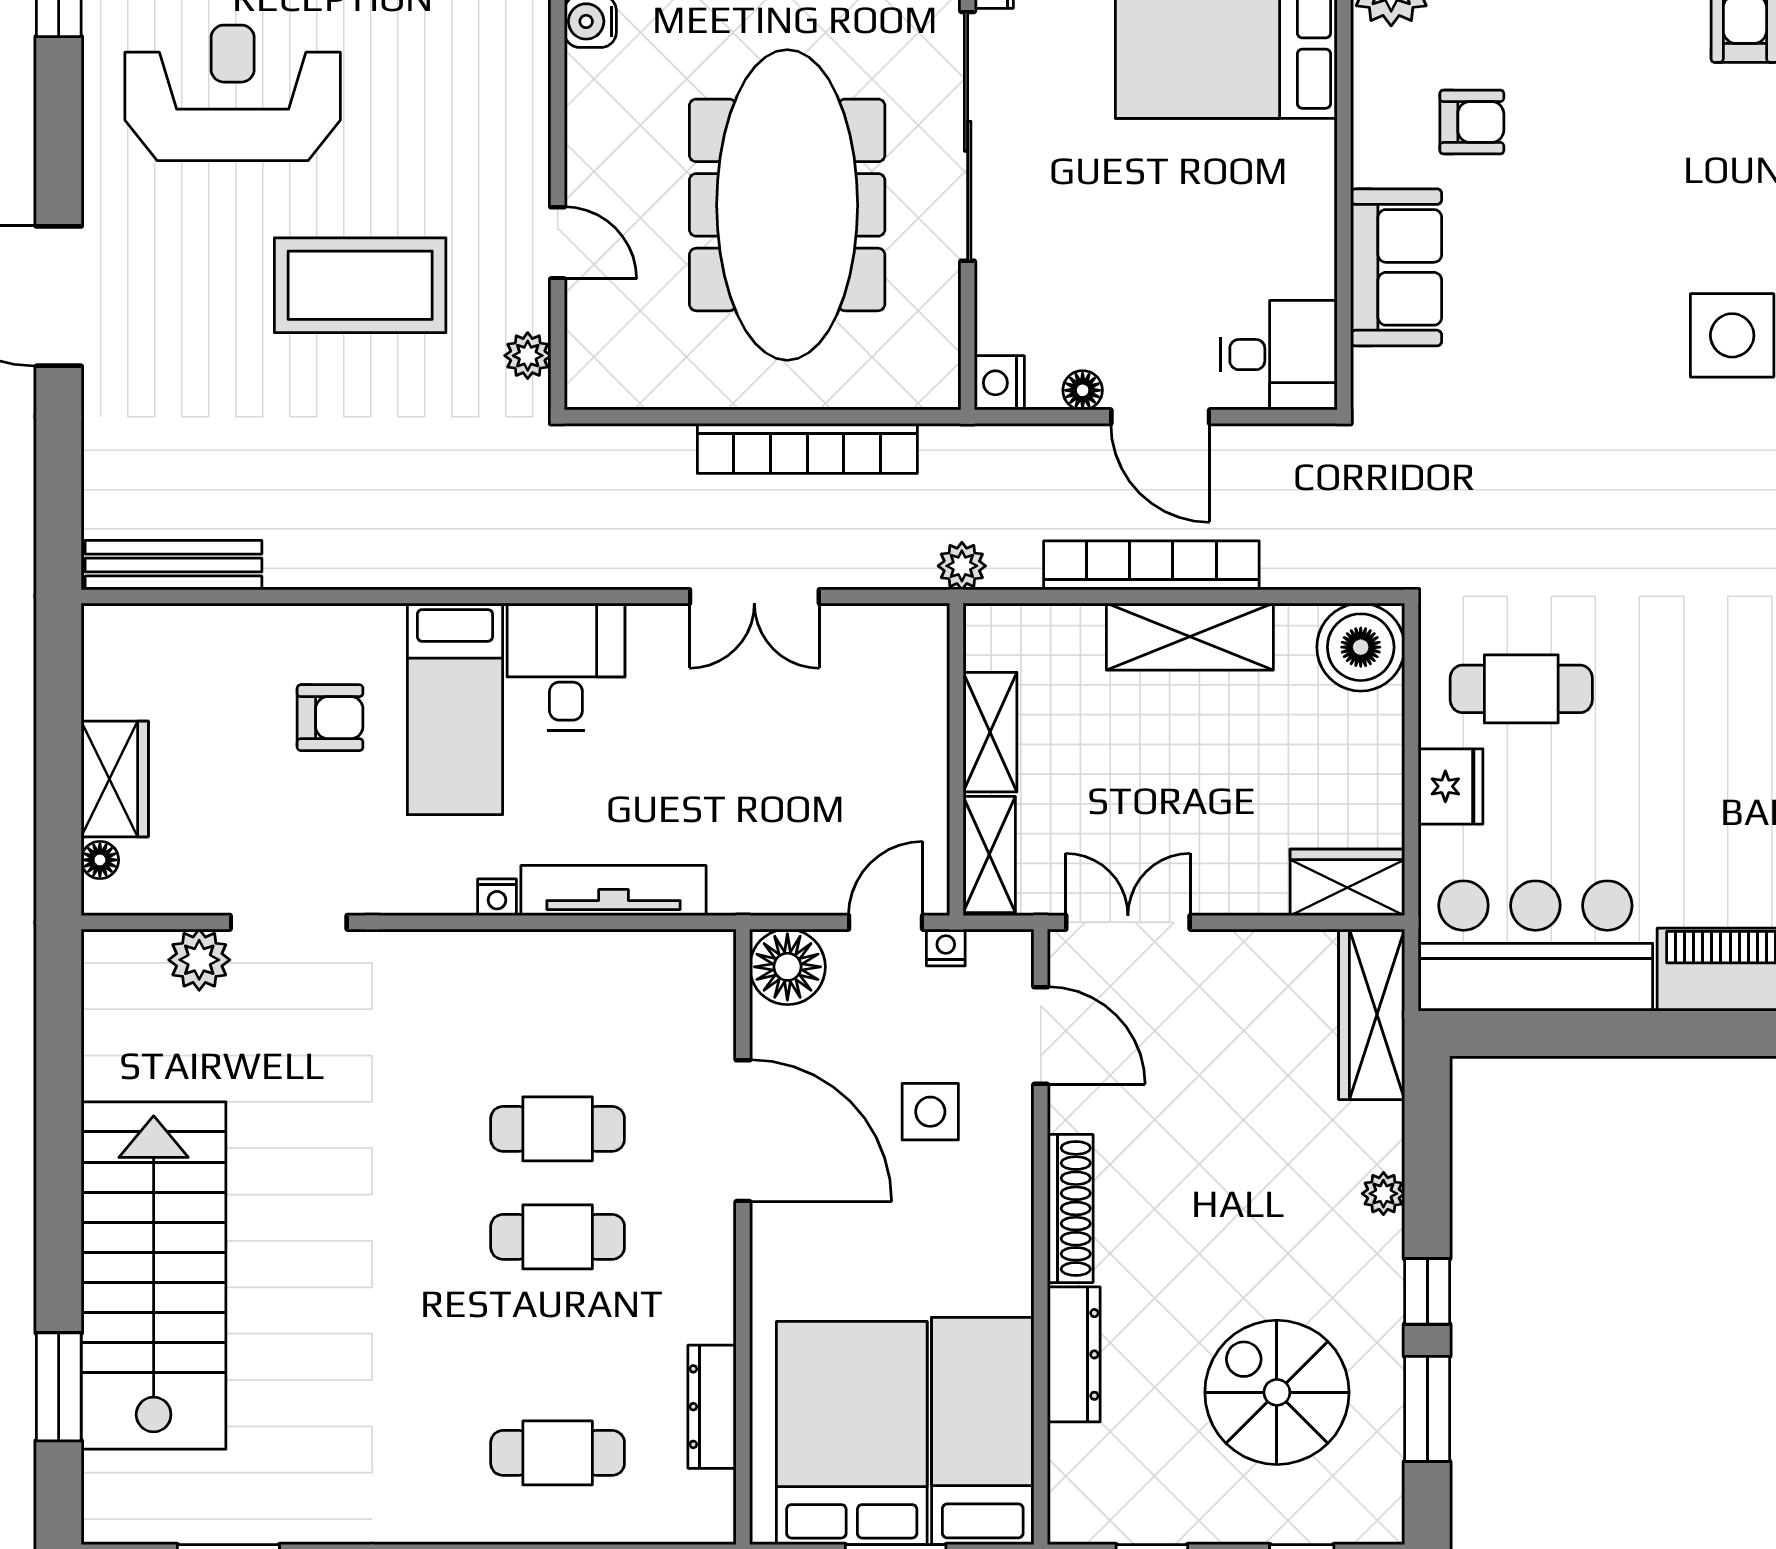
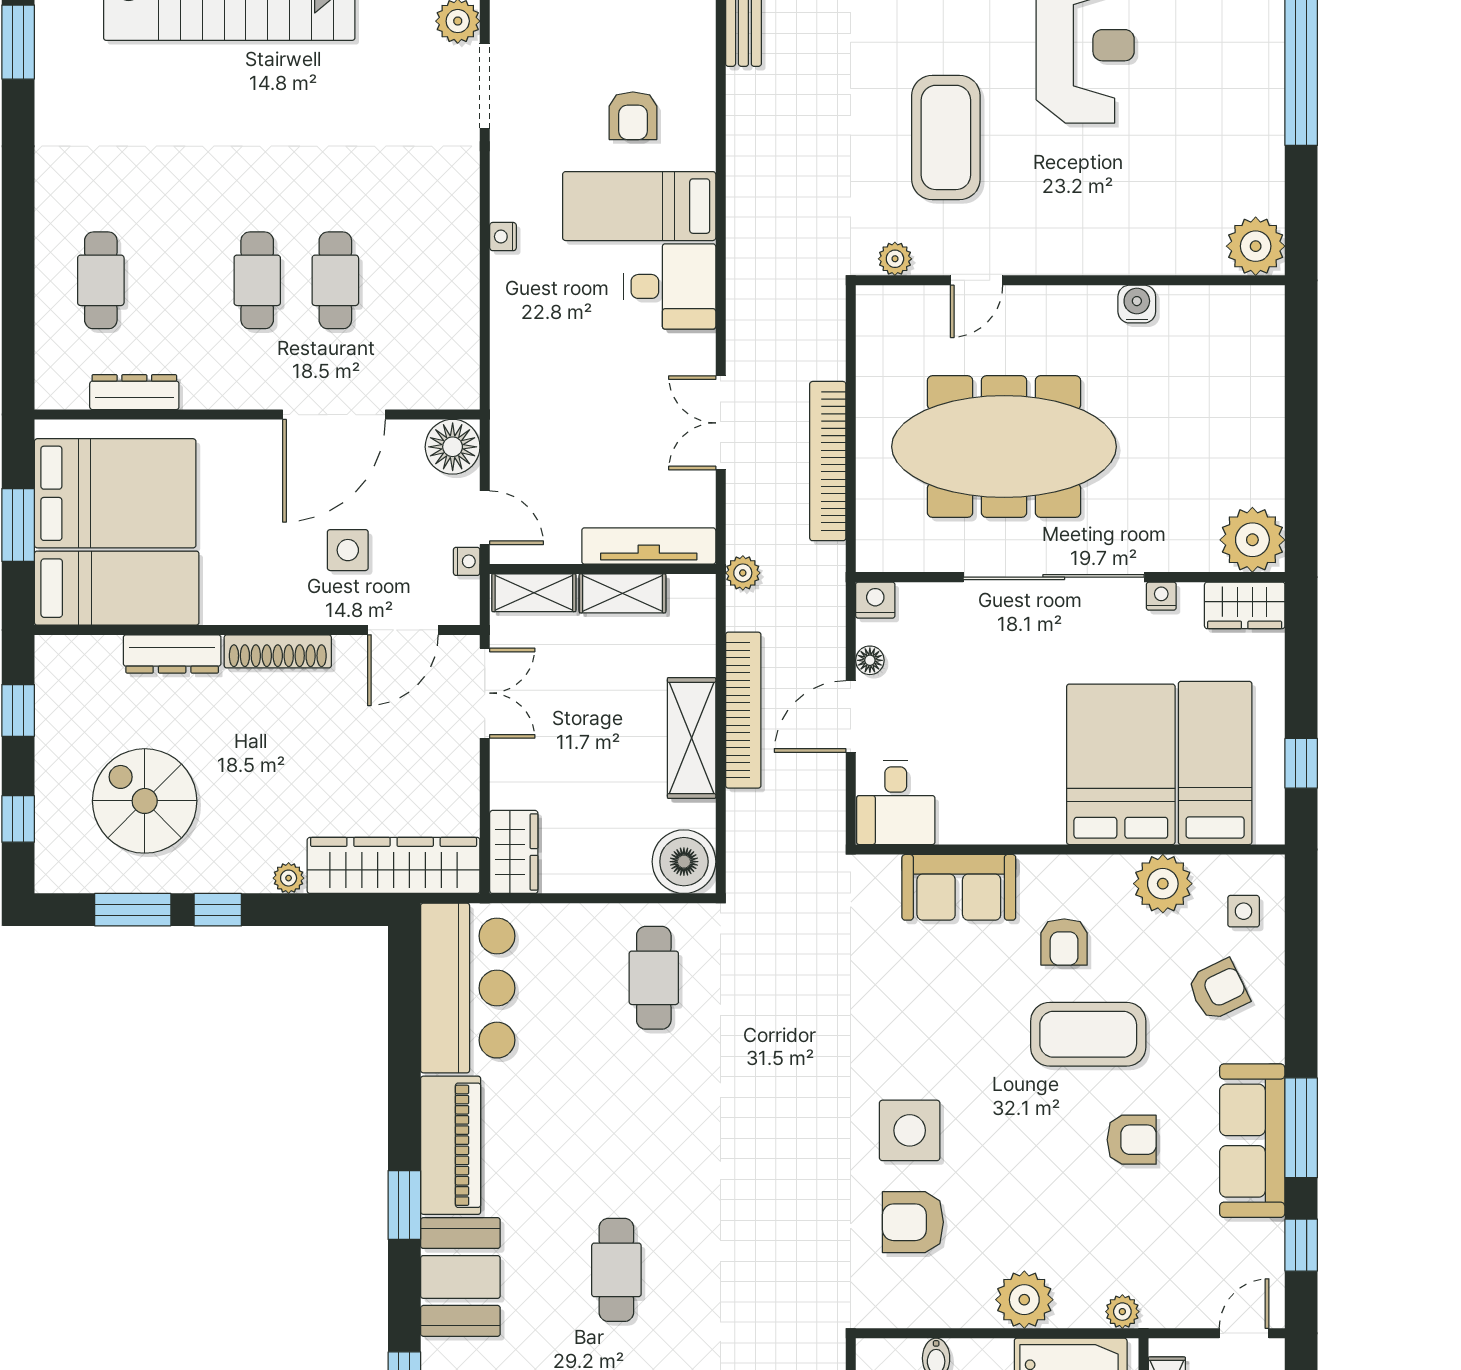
coffee table: (1599, 89) -> (1088, 1034), added
fridge: (1451, 786) -> (583, 927), removed
tv unit: (613, 890) -> (649, 546), moved, turned -90
wardrobe: (1372, 1014) -> (394, 865), width x1.40, depth x1.17
spiral stairs: (1277, 1392) -> (145, 801), turned -90

